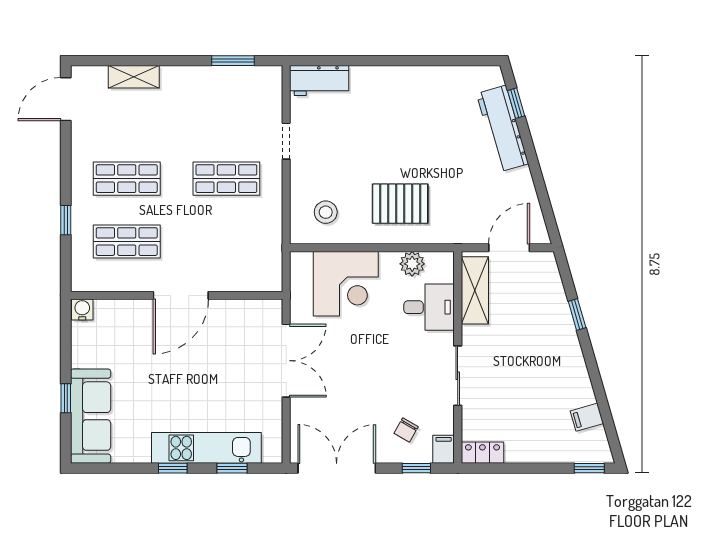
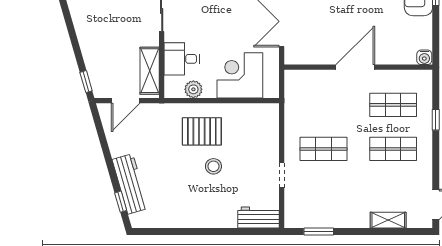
stool: (326, 212) -> (213, 166), moved
window: (577, 315) -> (86, 82), moved

